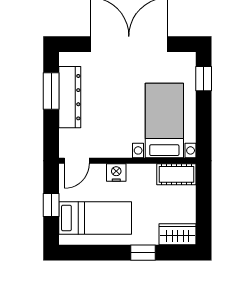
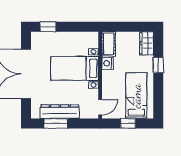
bed with nightstands: (164, 121) -> (75, 68), moved
door: (77, 161) -> (100, 107), hinge flipped
nightstand: (116, 173) -> (108, 63), moved

